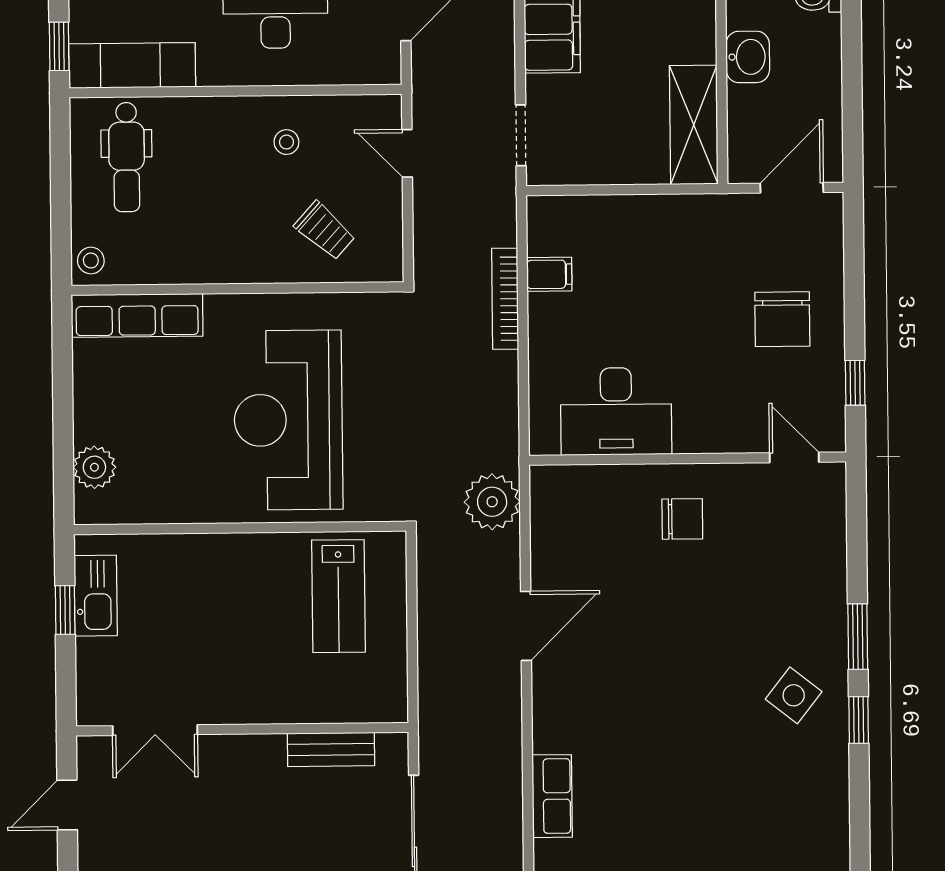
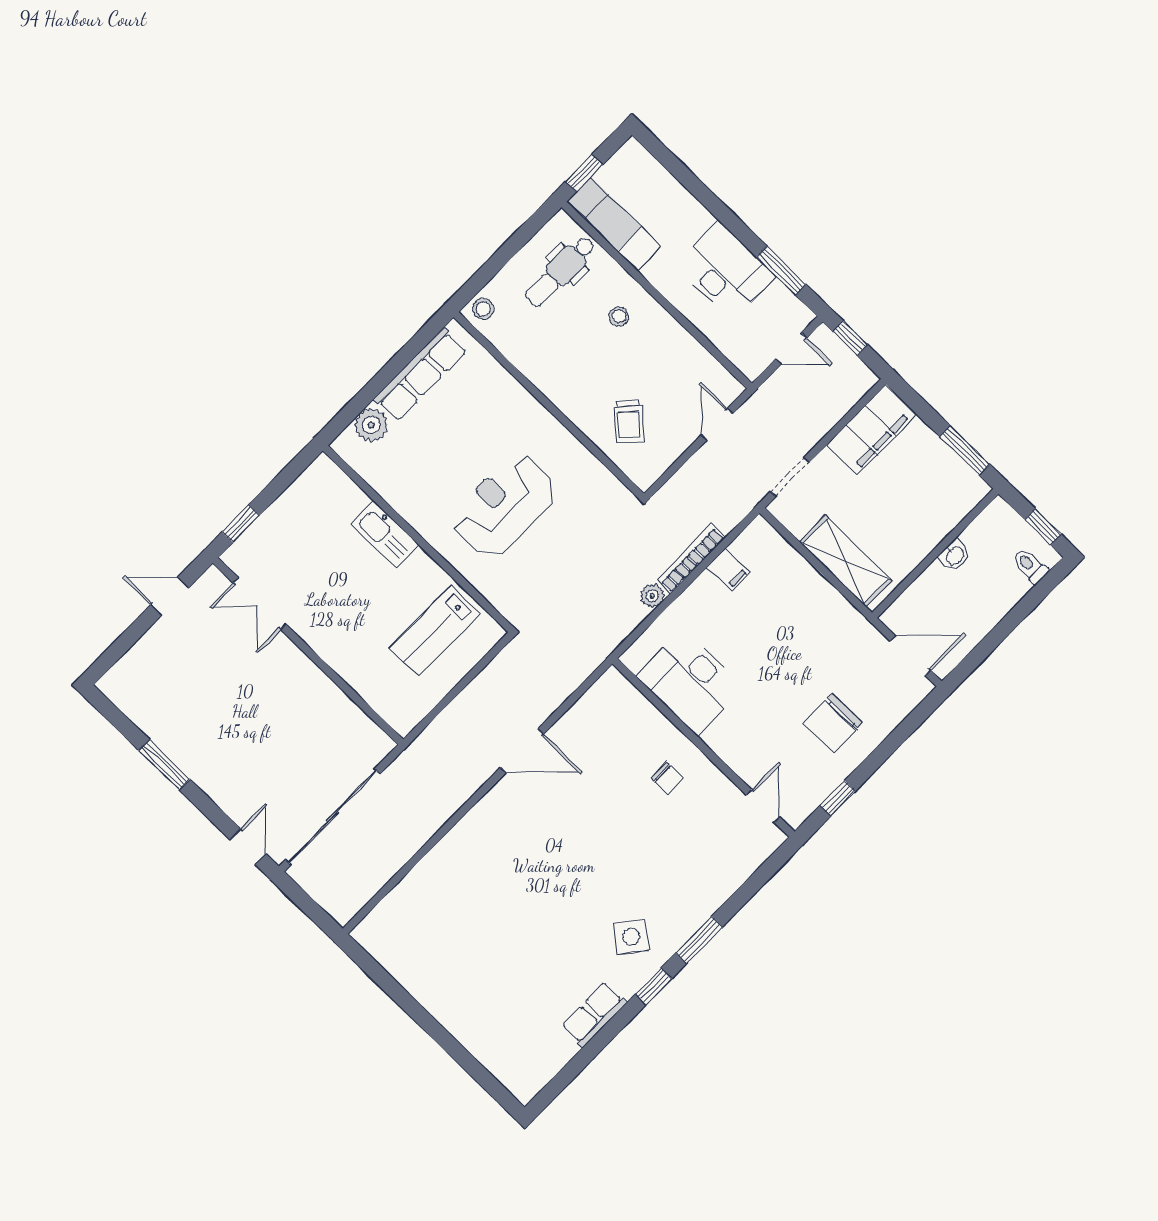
washbasin: (748, 57) -> (955, 555), width x0.72, depth x0.69
shelving: (694, 125) -> (845, 561), moved, turned 90
stool: (286, 142) -> (619, 317), moved
row of seats: (137, 315) -> (420, 375), moved, turned -90
reception desk: (288, 420) -> (504, 506), width x0.74, depth x0.77
plant: (492, 502) -> (652, 596), moved, width x0.53, depth x0.53
chair: (682, 519) -> (667, 778), width x0.73, depth x0.73
kitchen sink: (96, 596) -> (385, 535), moved, turned 90
window: (65, 610) -> (241, 524), moved
bench: (331, 749) -> (346, 711), removed
row of seats: (552, 796) -> (594, 1014), moved, turned 180

